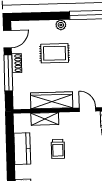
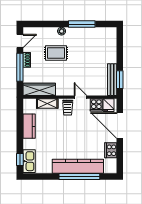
wardrobe: (52, 100) -> (39, 89), moved
trolley: (58, 149) -> (68, 108), moved

